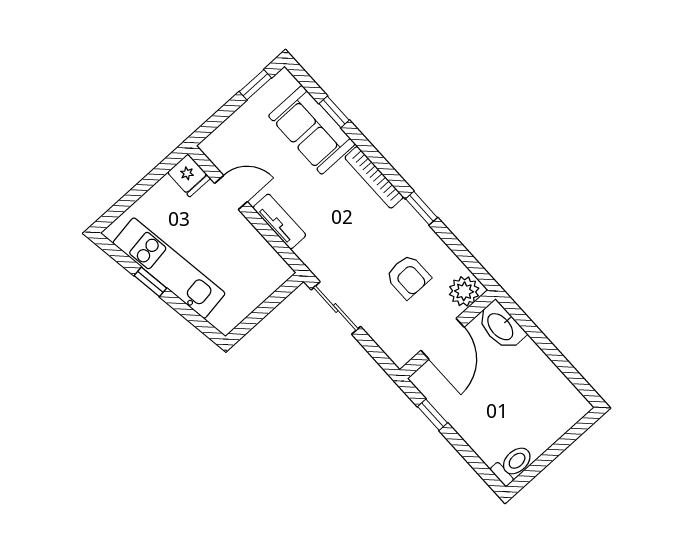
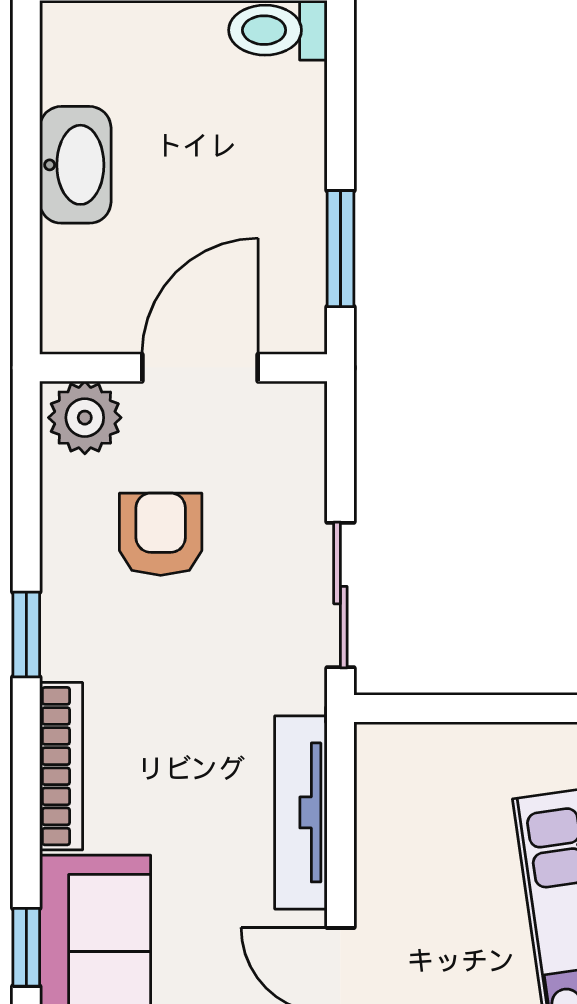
tv unit: (279, 221) -> (301, 812), width x1.41
washbasin: (501, 326) -> (75, 165), moved
window: (433, 415) -> (340, 249), width x1.50

